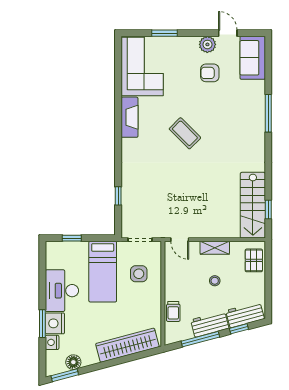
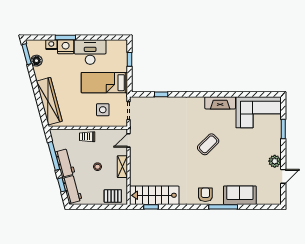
sofa: (253, 58) -> (240, 195), moved
armchair: (210, 73) -> (205, 195), moved
trolley: (173, 311) -> (87, 137), moved

